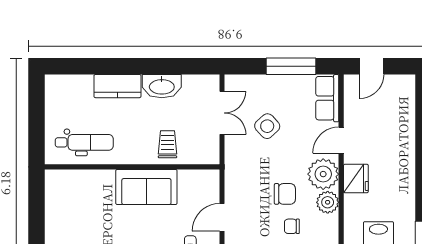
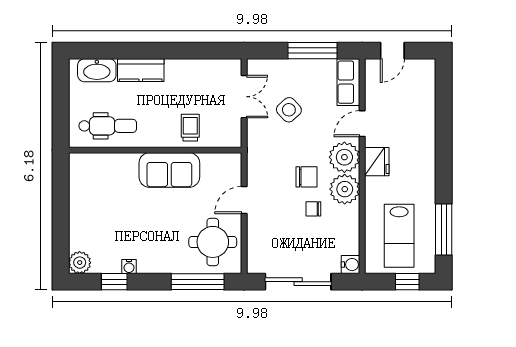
washbasin: (162, 86) -> (97, 70), moved
plant: (328, 202) -> (345, 189), width x1.36, depth x1.36

